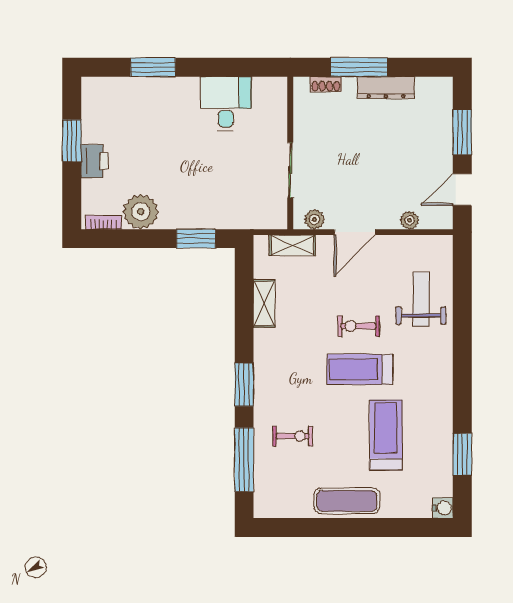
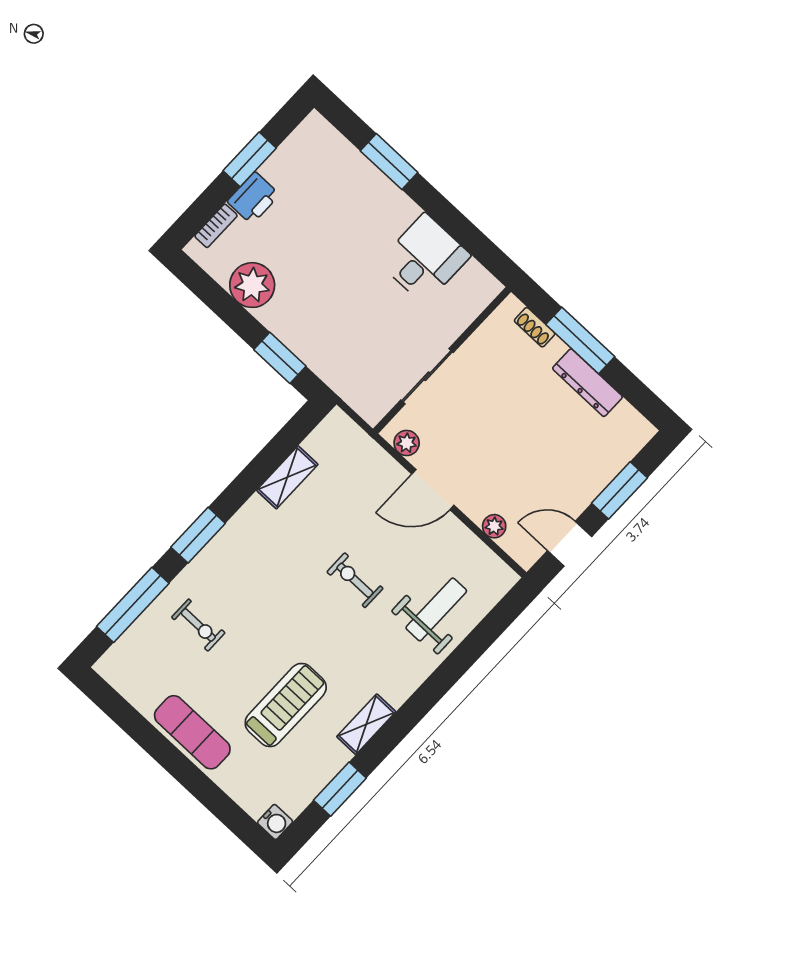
bookcase: (104, 222) -> (216, 226), moved, turned 90
shelving: (292, 245) -> (366, 724), moved, turned 90
treadmill: (360, 369) -> (319, 622), removed

